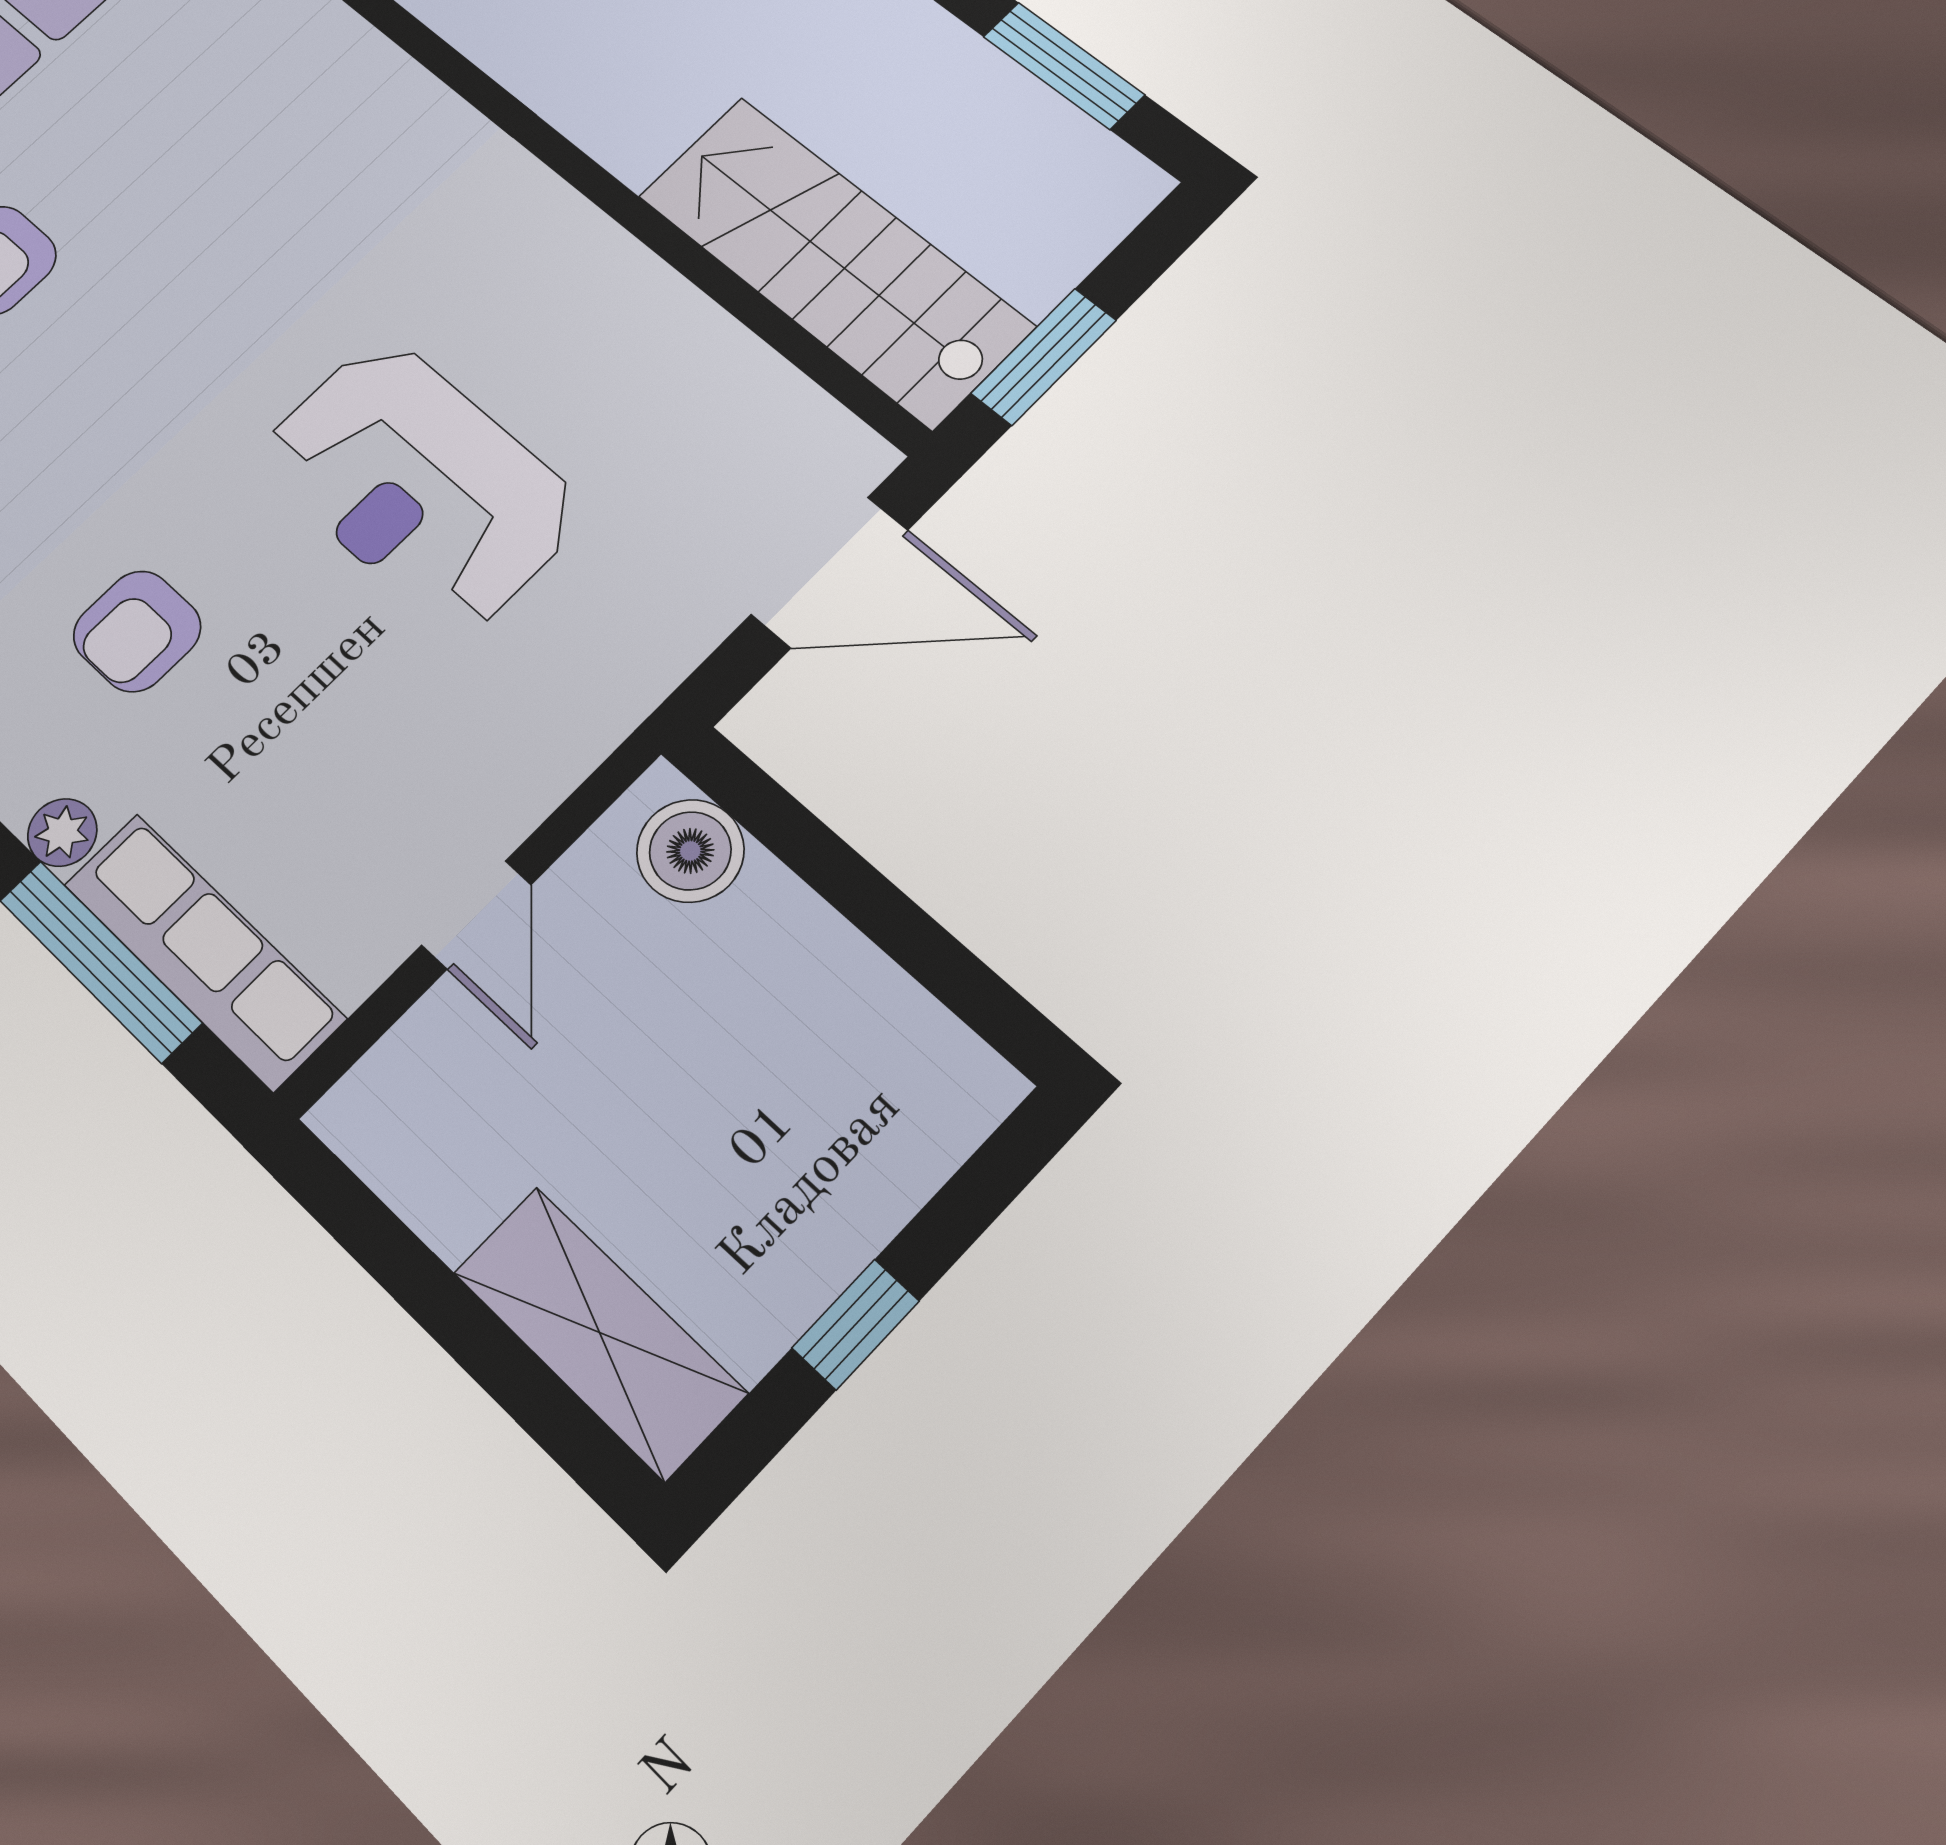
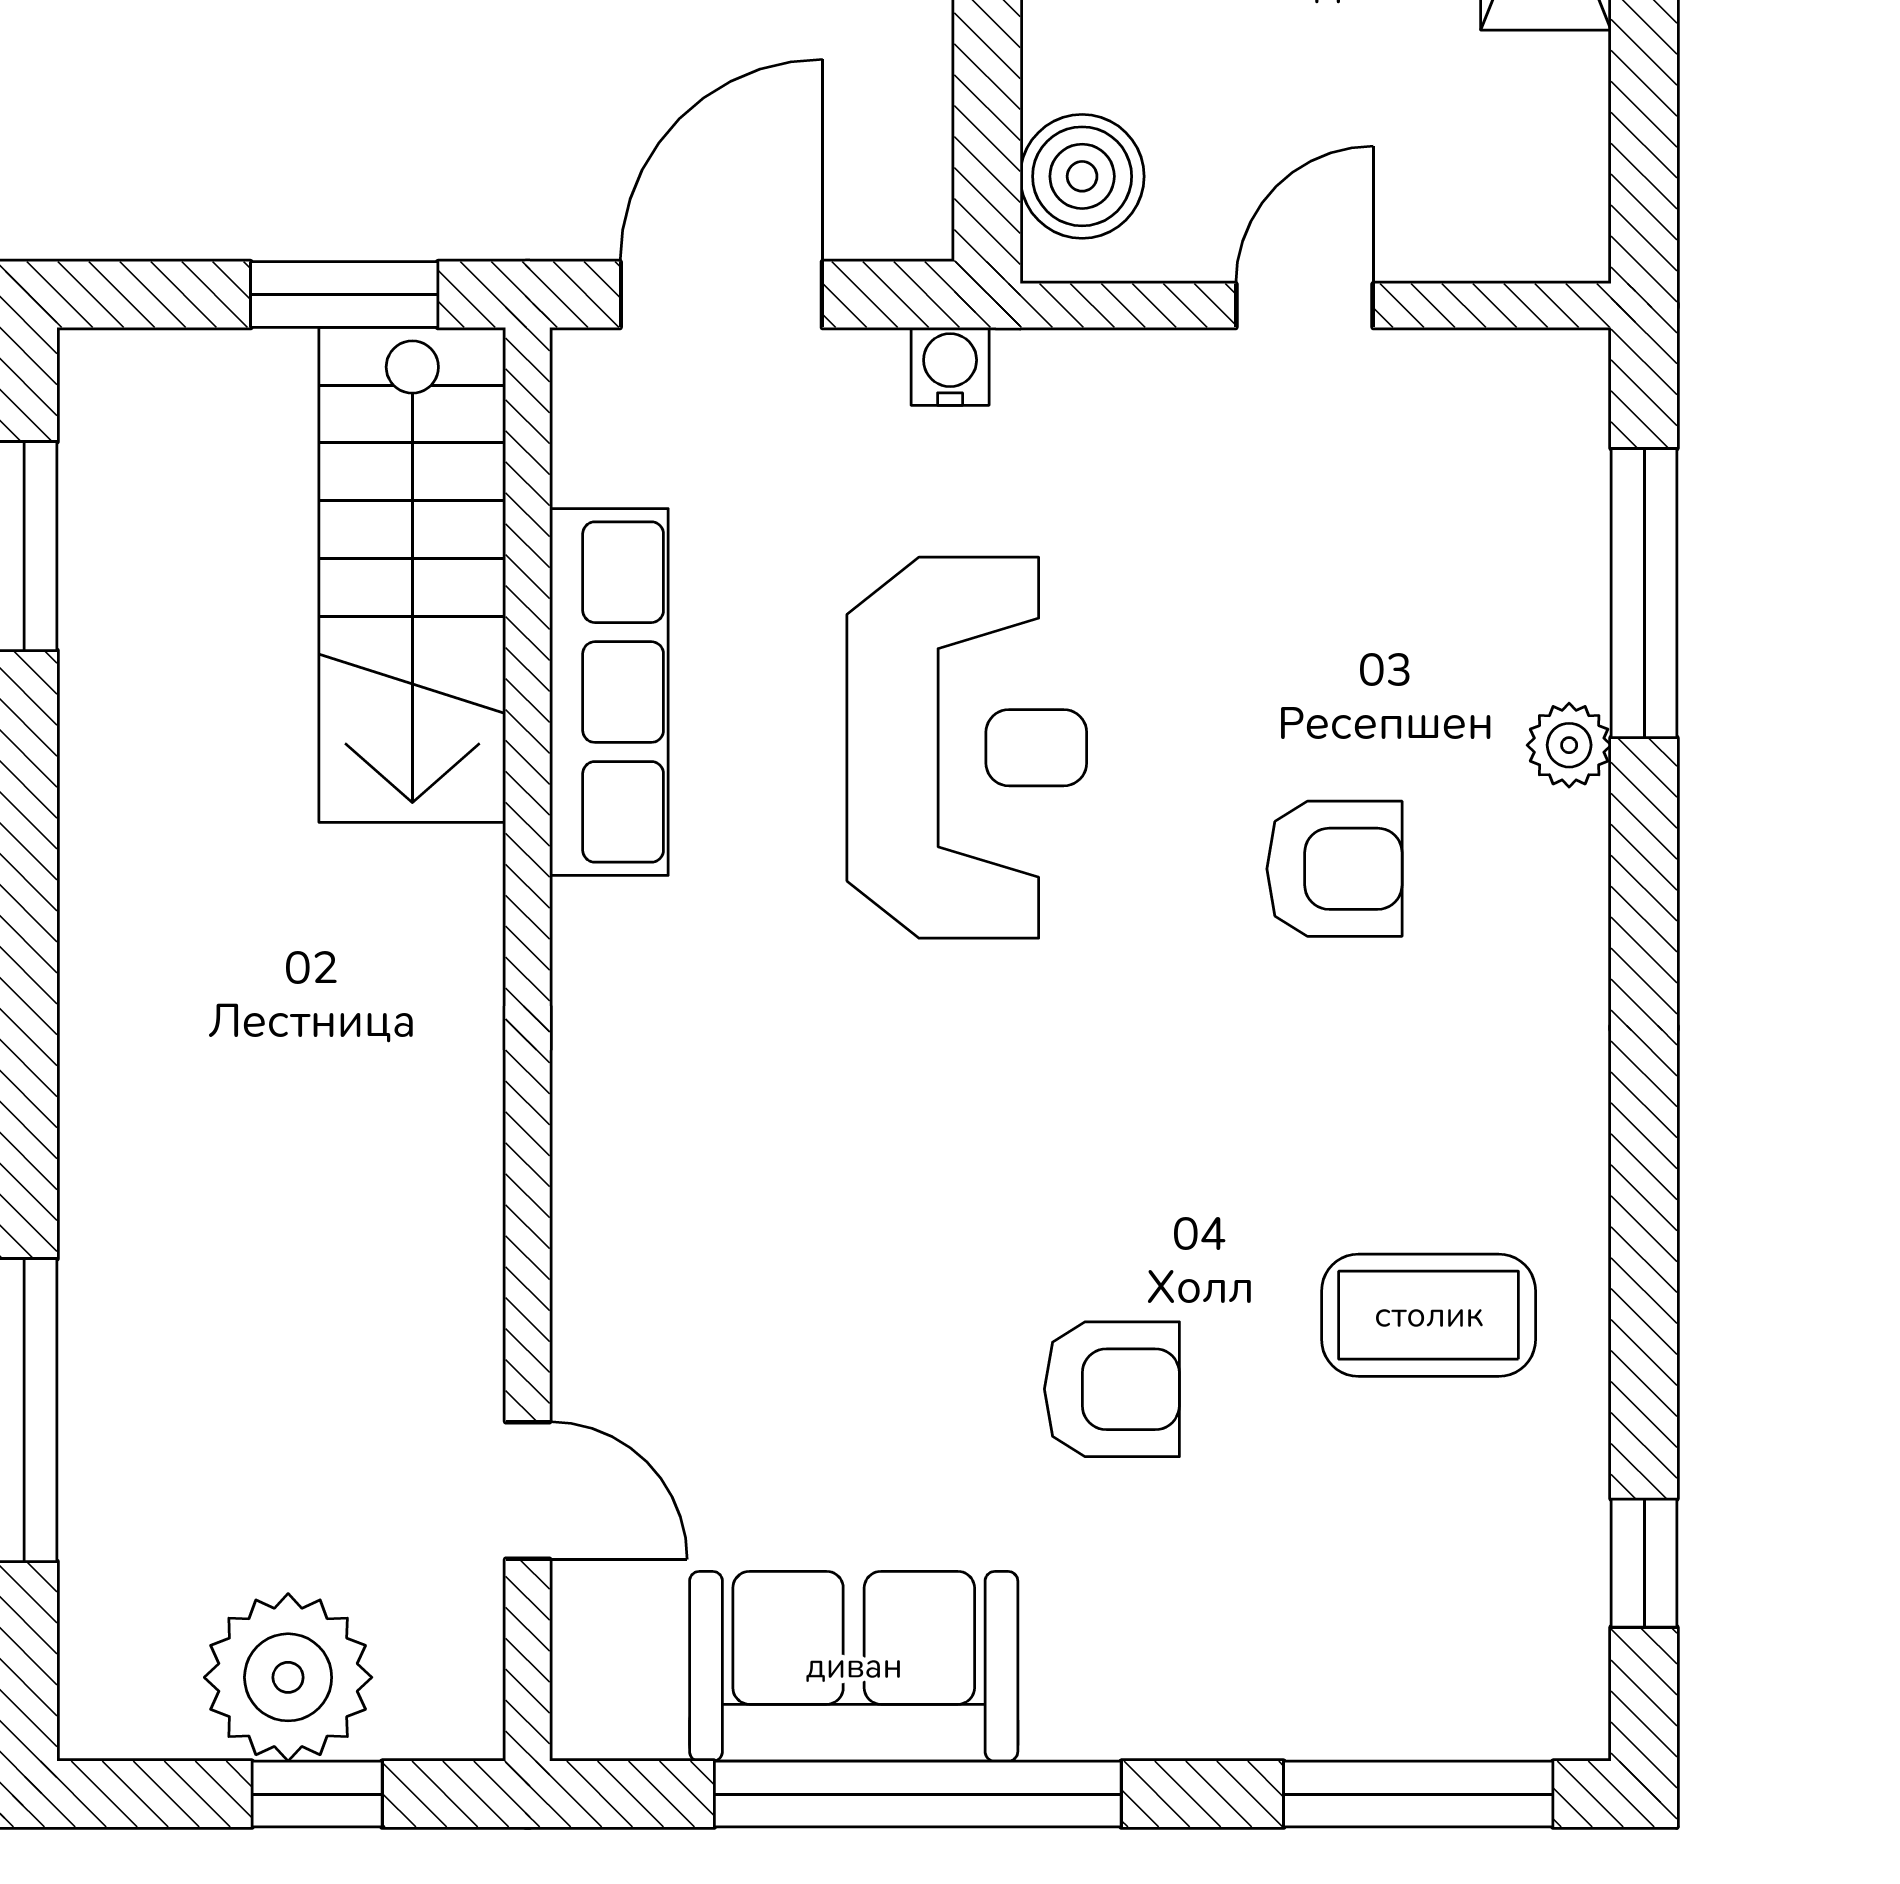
door: (830, 572) -> (721, 295), hinge flipped
water cooler: (652, 669) -> (950, 366), added
row of seats: (204, 951) -> (609, 692), moved, turned 180

